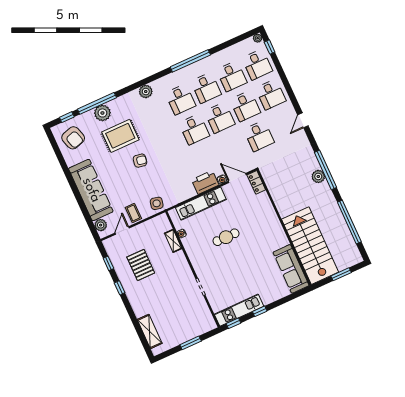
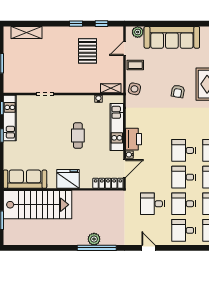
locker: (256, 182) -> (108, 183), width x1.53
window: (349, 222) -> (43, 248), removed
fridge: (272, 228) -> (68, 179), added
door: (122, 230) -> (125, 48), swing flipped
shelving: (173, 241) -> (111, 88), moved
pallet: (141, 265) -> (87, 51), turned 90

